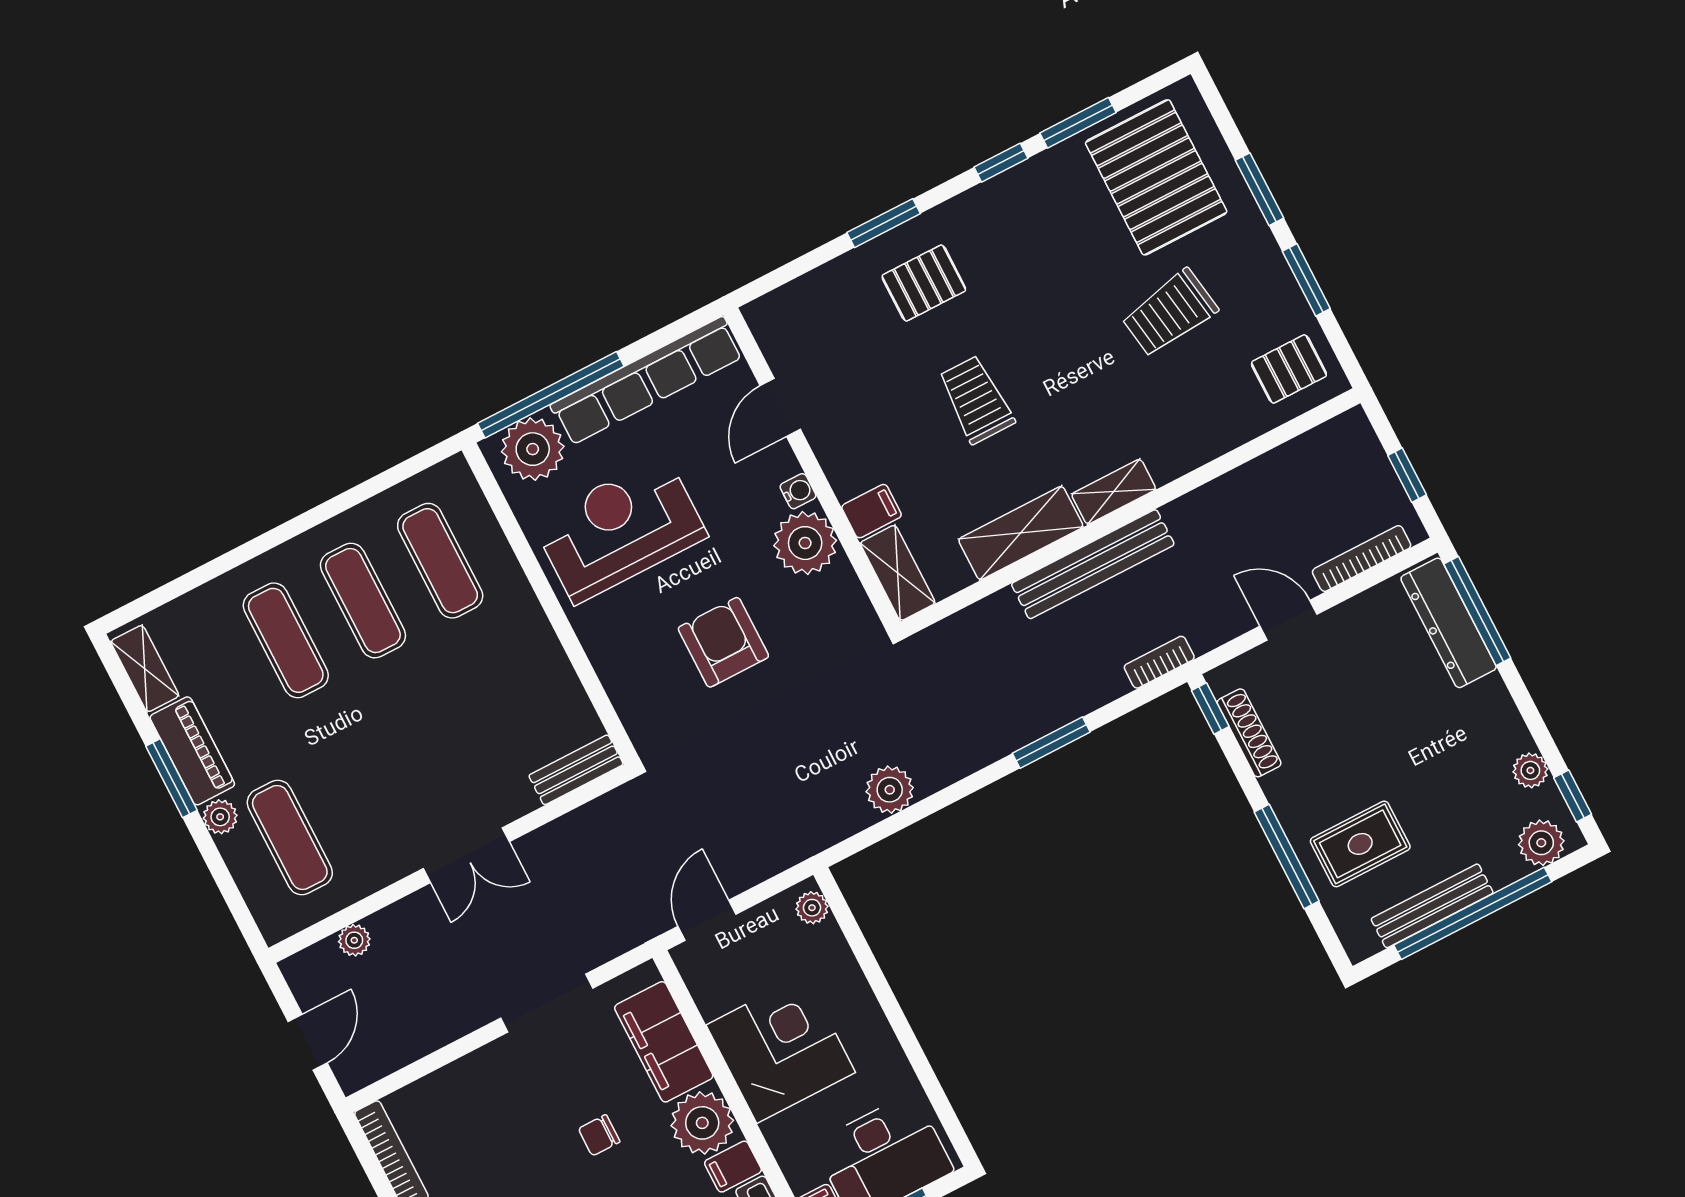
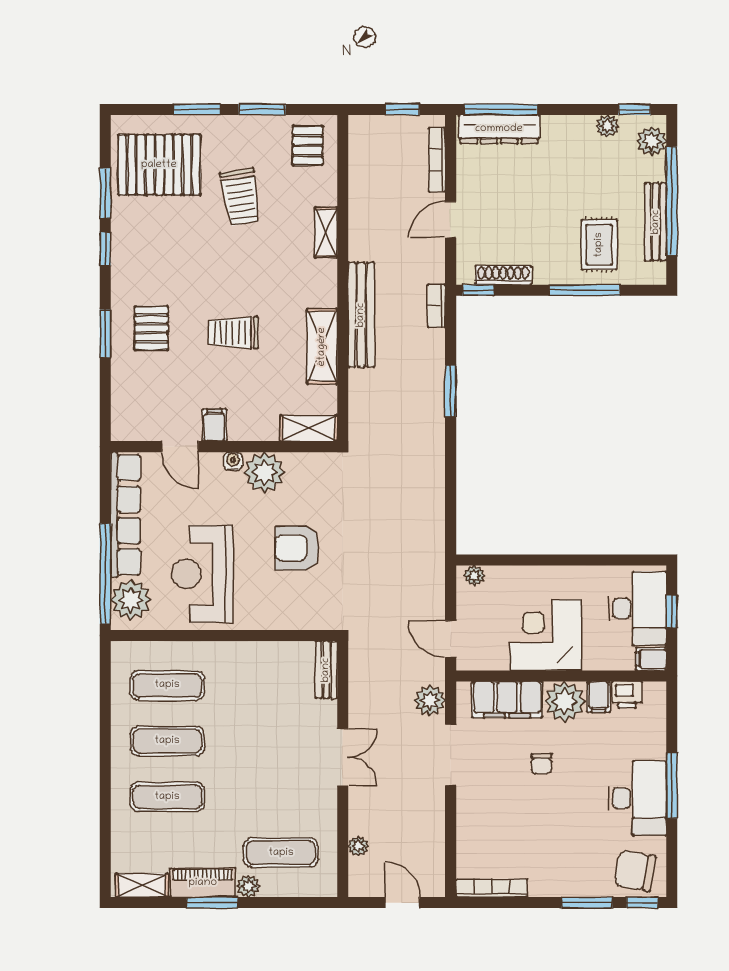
shelving: (1114, 492) -> (326, 233), moved
filing cabinet: (872, 511) -> (214, 425), moved
plant: (890, 790) -> (430, 700), moved

